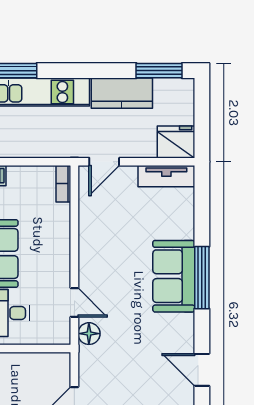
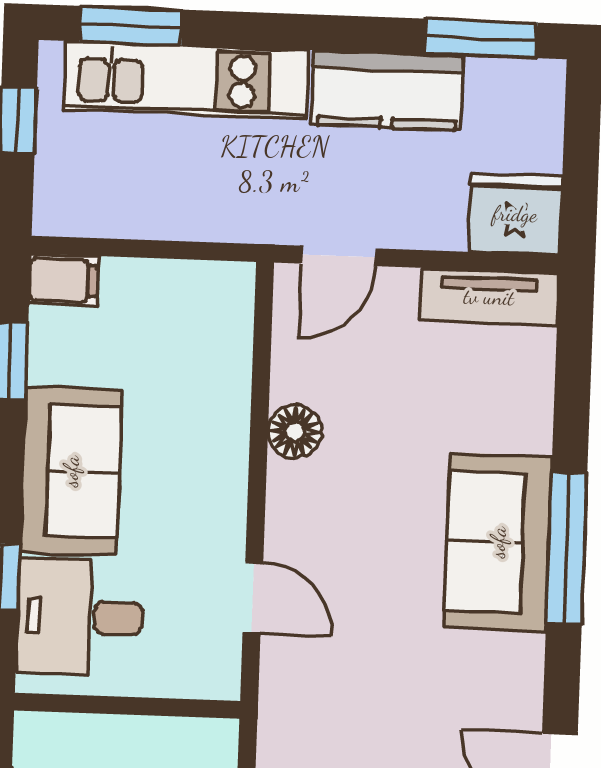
bookcase: (63, 184) -> (237, 306), removed
floor lamp: (89, 334) -> (295, 431), moved

